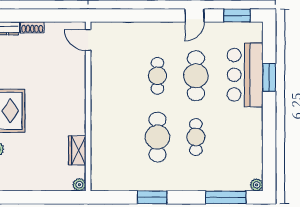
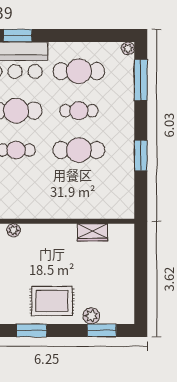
cafe table: (234, 137) -> (79, 71), added
plant: (79, 185) -> (14, 230), moved

